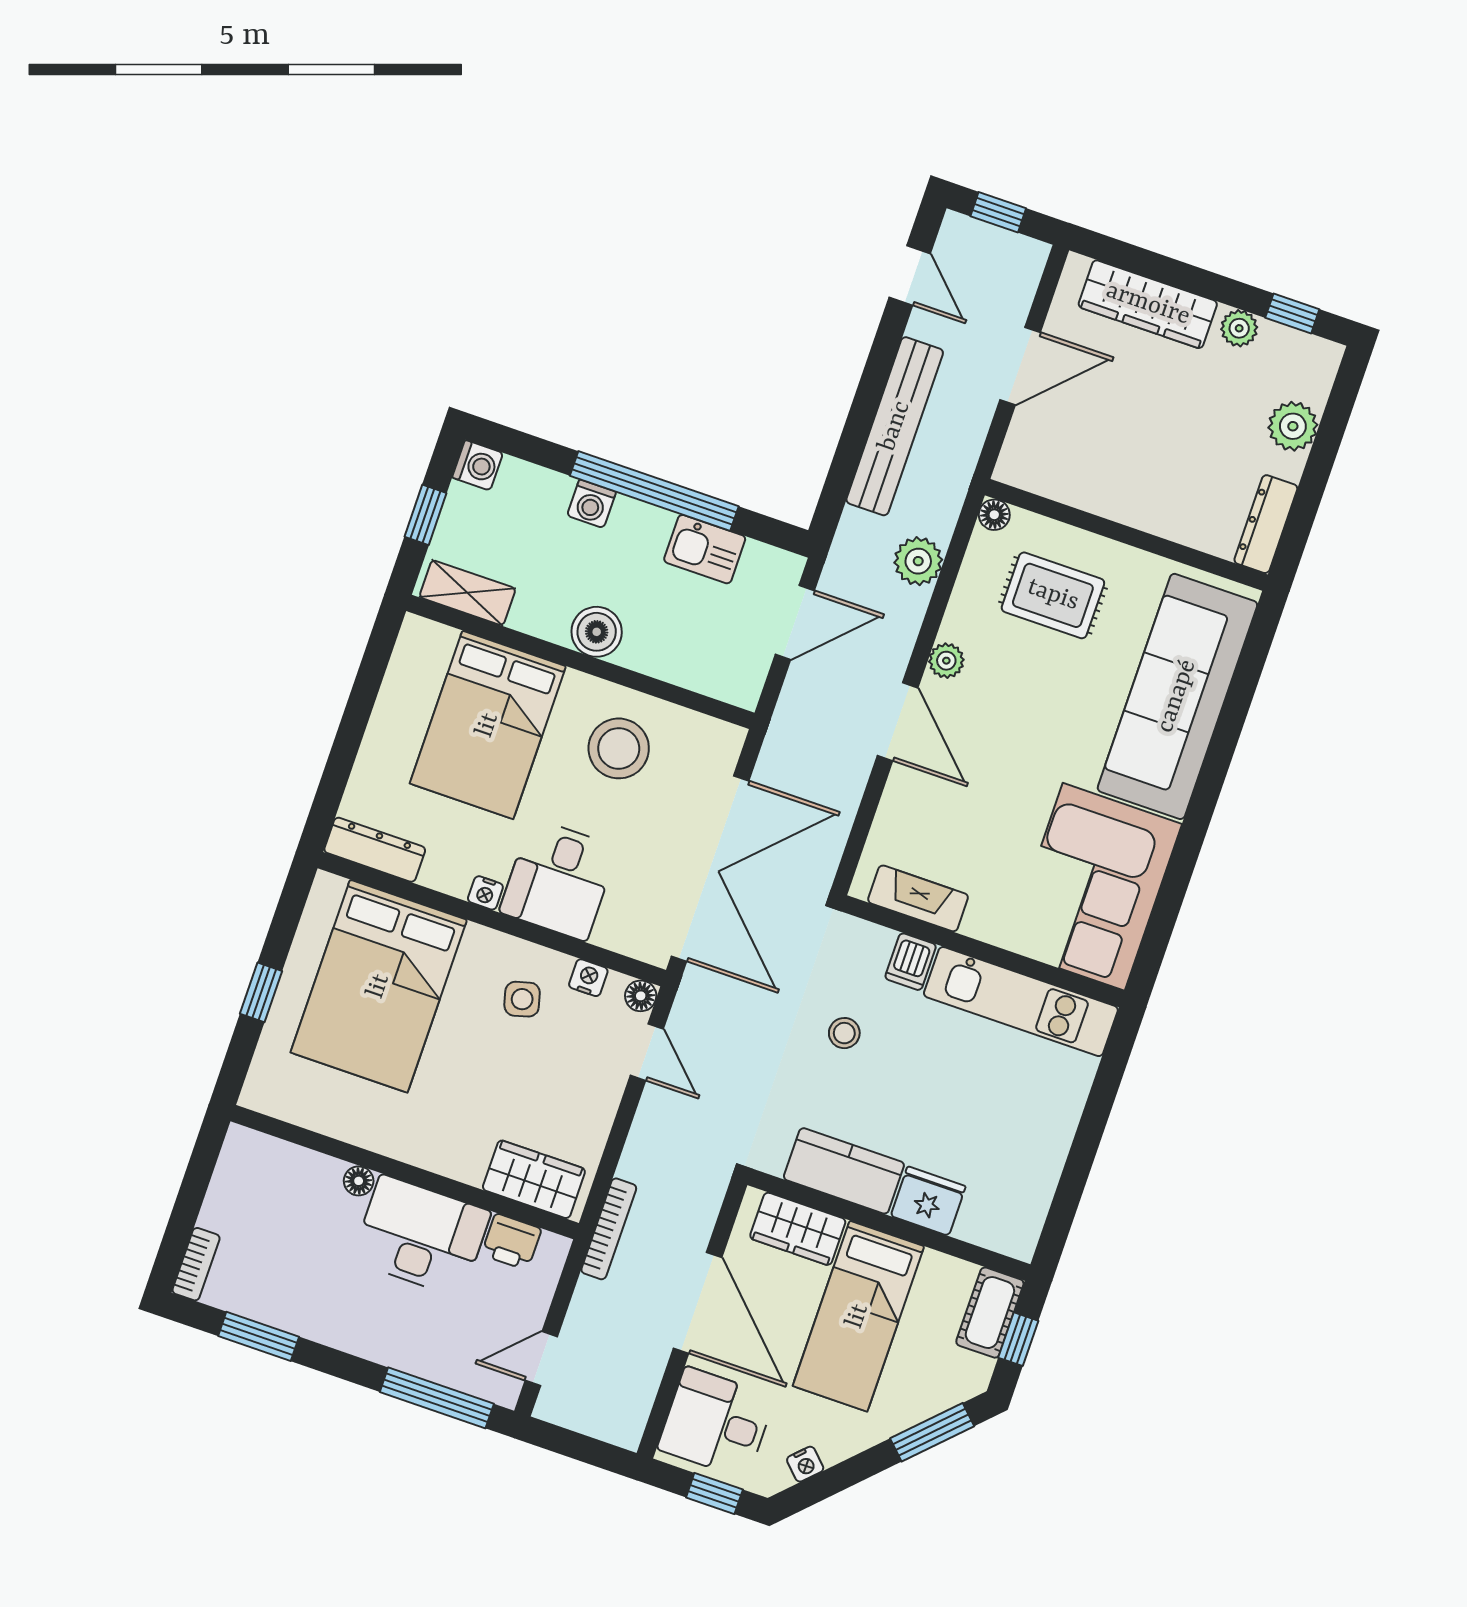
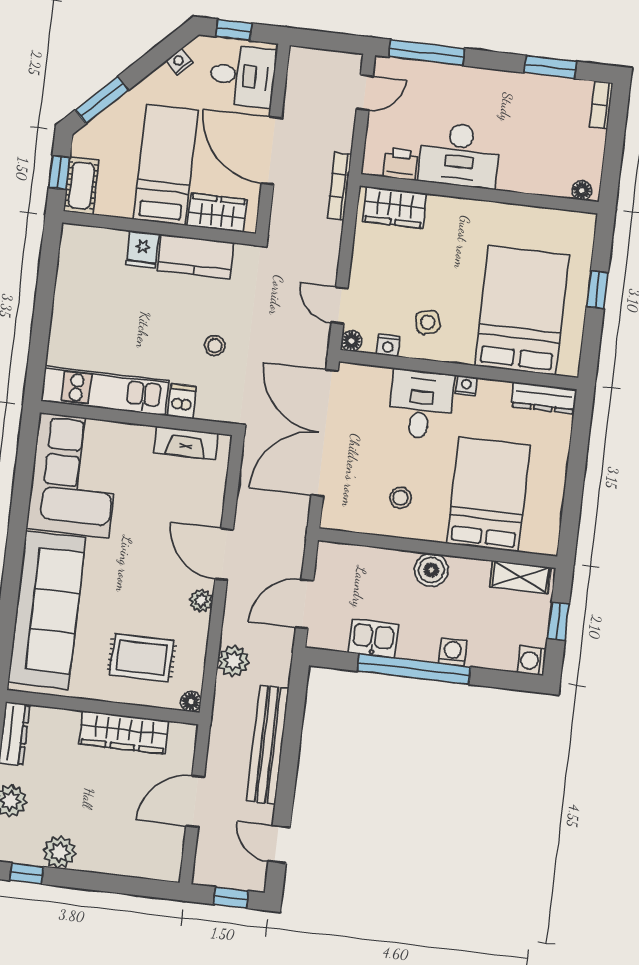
wardrobe: (1148, 304) -> (124, 732), moved, turned 180
plant: (1239, 328) -> (59, 852), width x1.38, depth x1.38
stool: (619, 748) -> (401, 498), width x0.53, depth x0.53
floor lamp: (359, 1181) -> (582, 190), moved
fridge: (928, 1201) -> (143, 250), width x0.72

